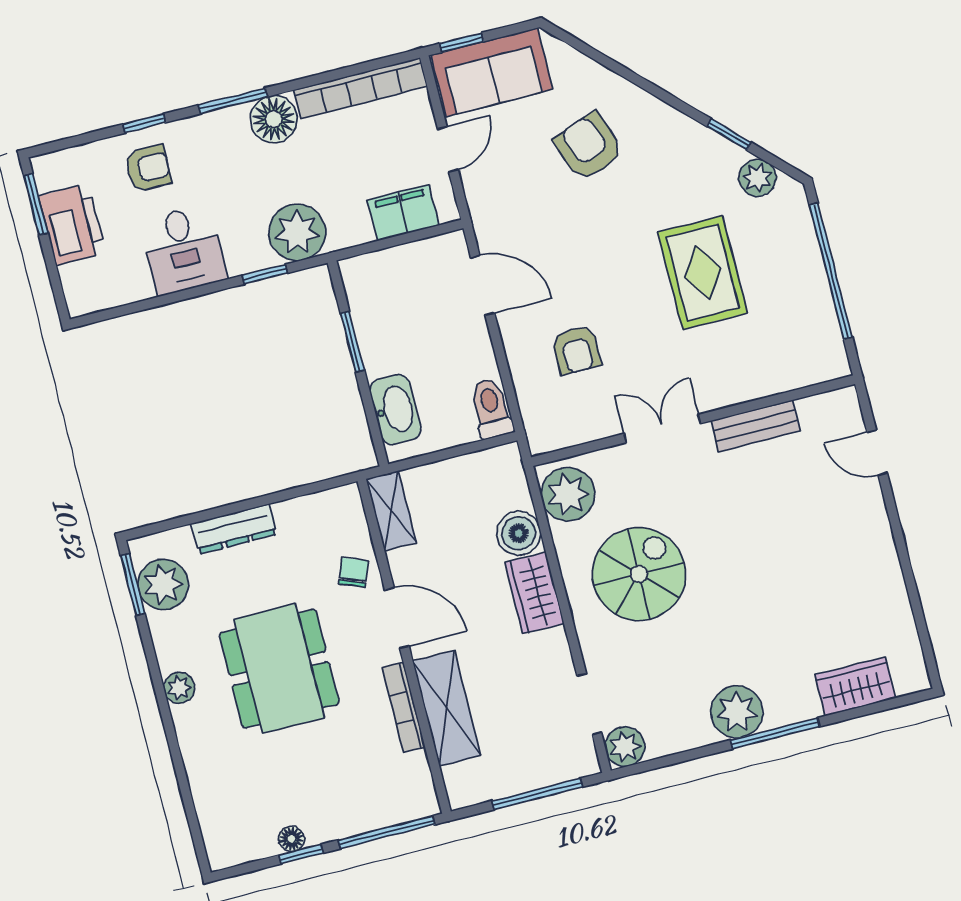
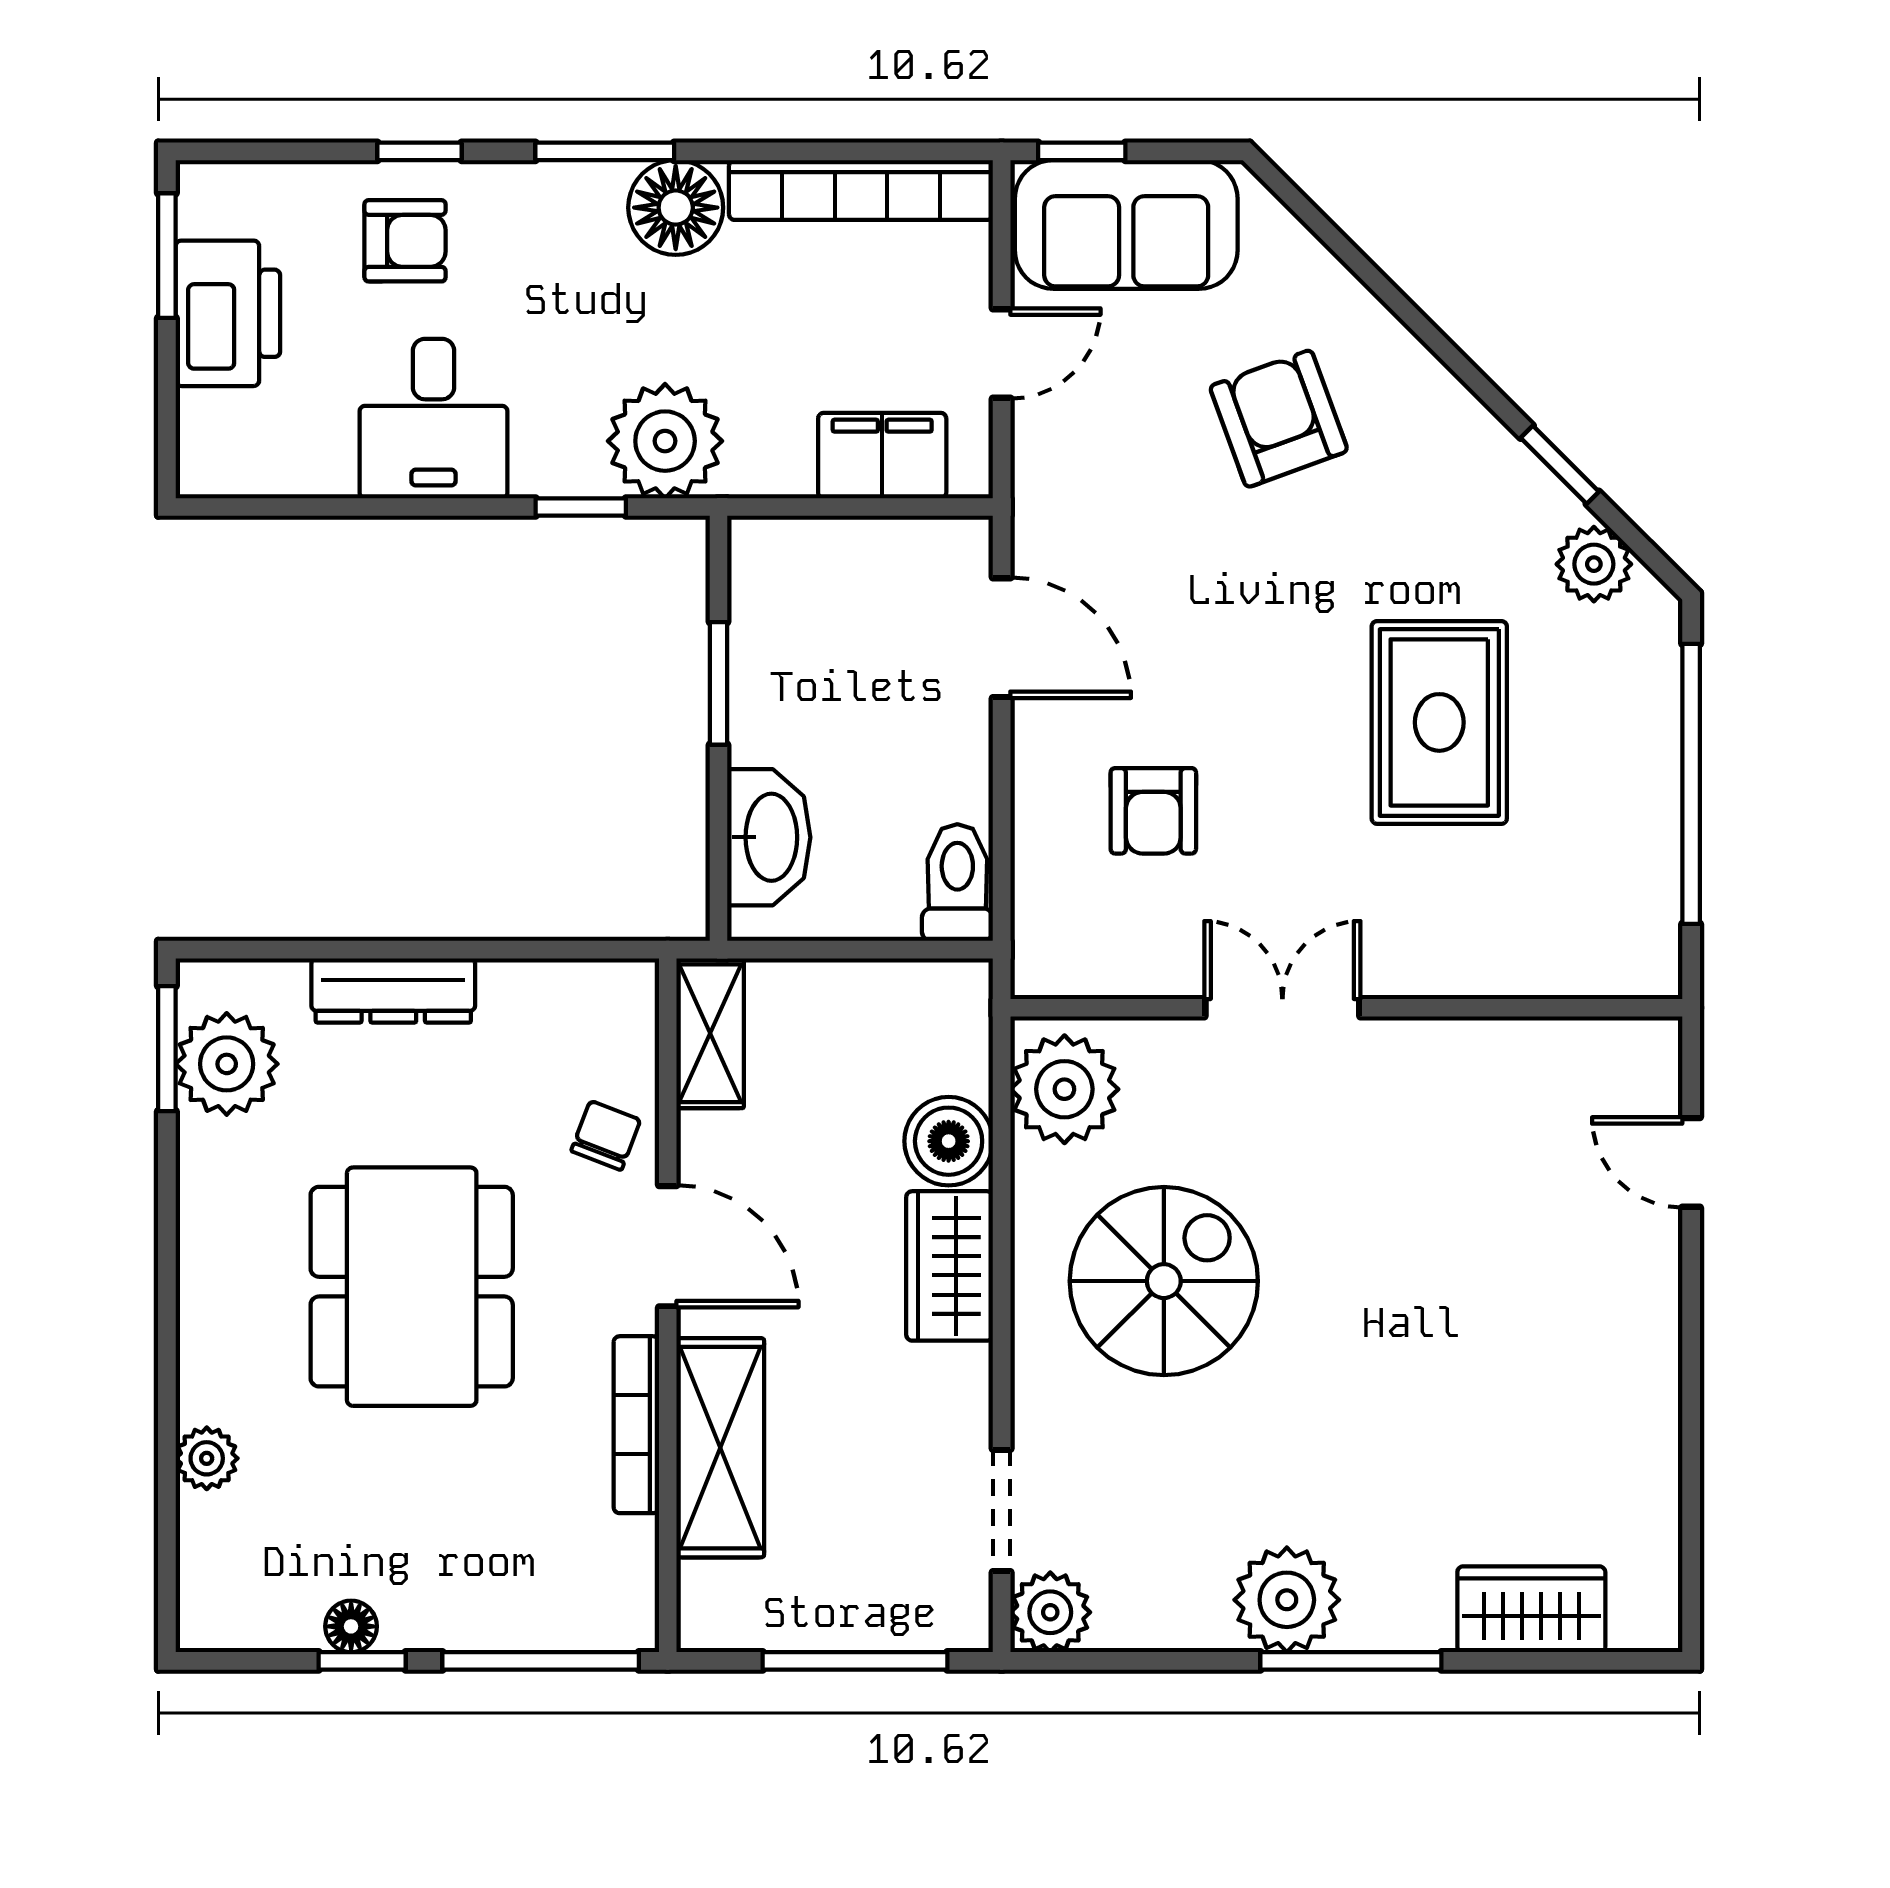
bench: (756, 426) -> (1466, 1049), removed
plant: (179, 688) -> (207, 1458), moved

